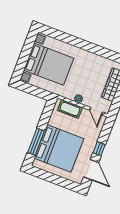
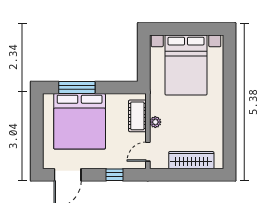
window: (99, 149) -> (114, 175), moved

